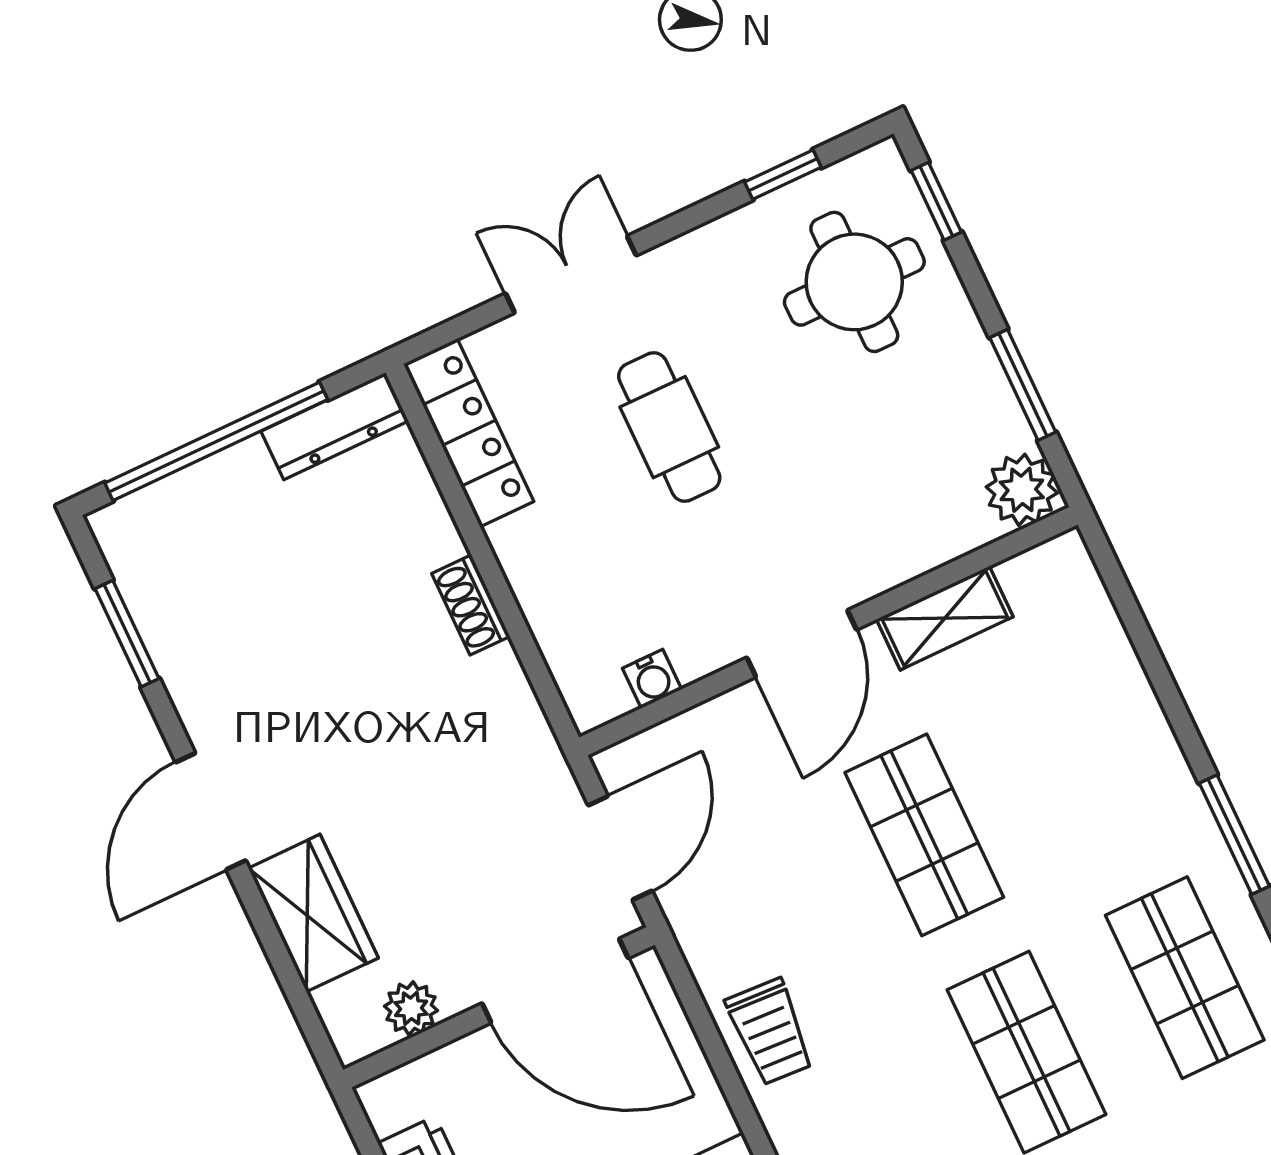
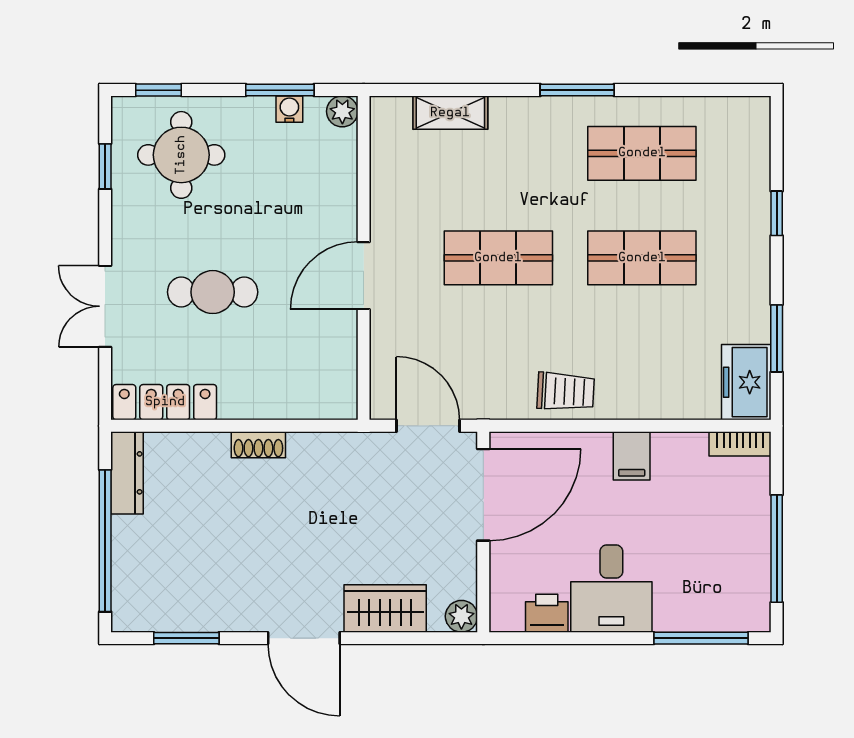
plant: (1022, 490) -> (342, 111), width x0.73, depth x0.73
shelving: (945, 618) -> (450, 113), moved, turned 90
door: (802, 644) -> (364, 276), swing flipped
water cooler: (652, 679) -> (289, 109), moved, turned -90
plant: (411, 1008) -> (461, 616), moved

